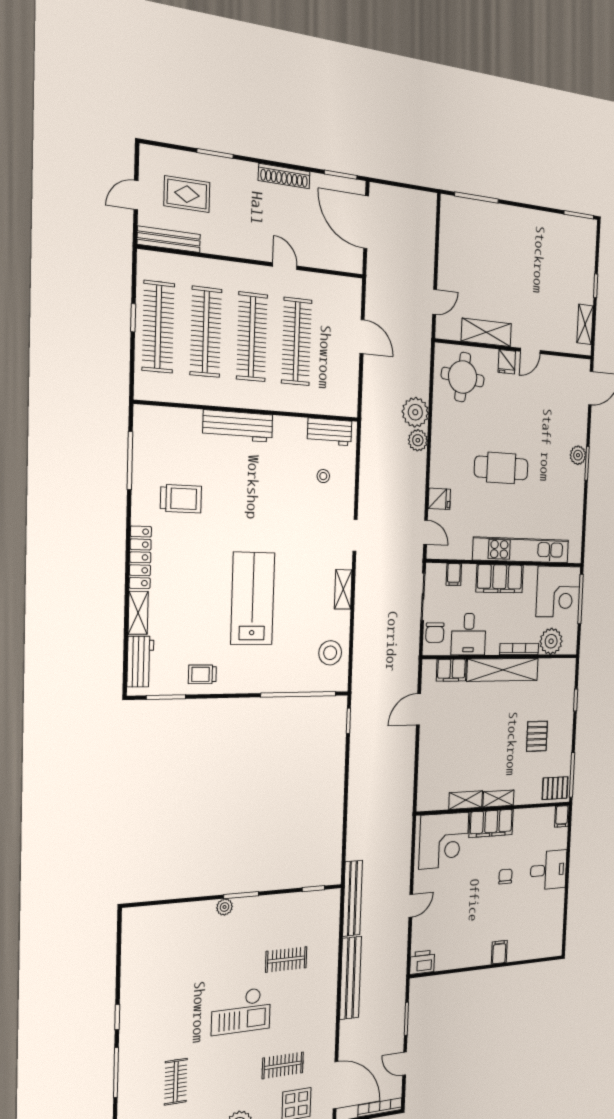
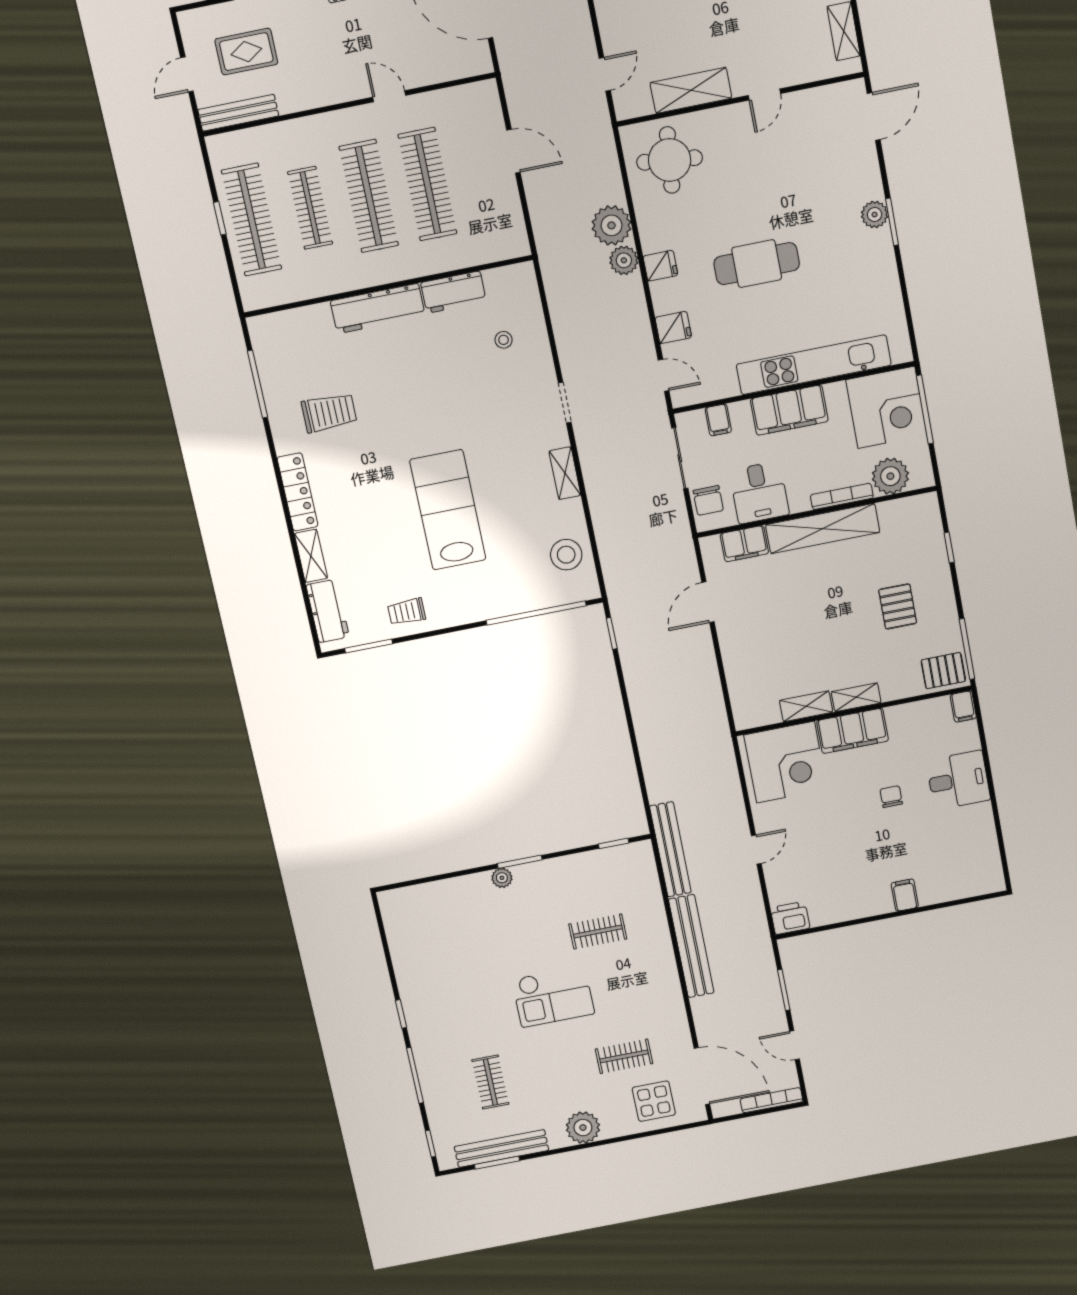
clothes rail: (206, 332) -> (310, 208), width x0.73, depth x0.76
fridge: (507, 362) -> (660, 266), moved, turned -90
workbench: (330, 432) -> (453, 292), moved

